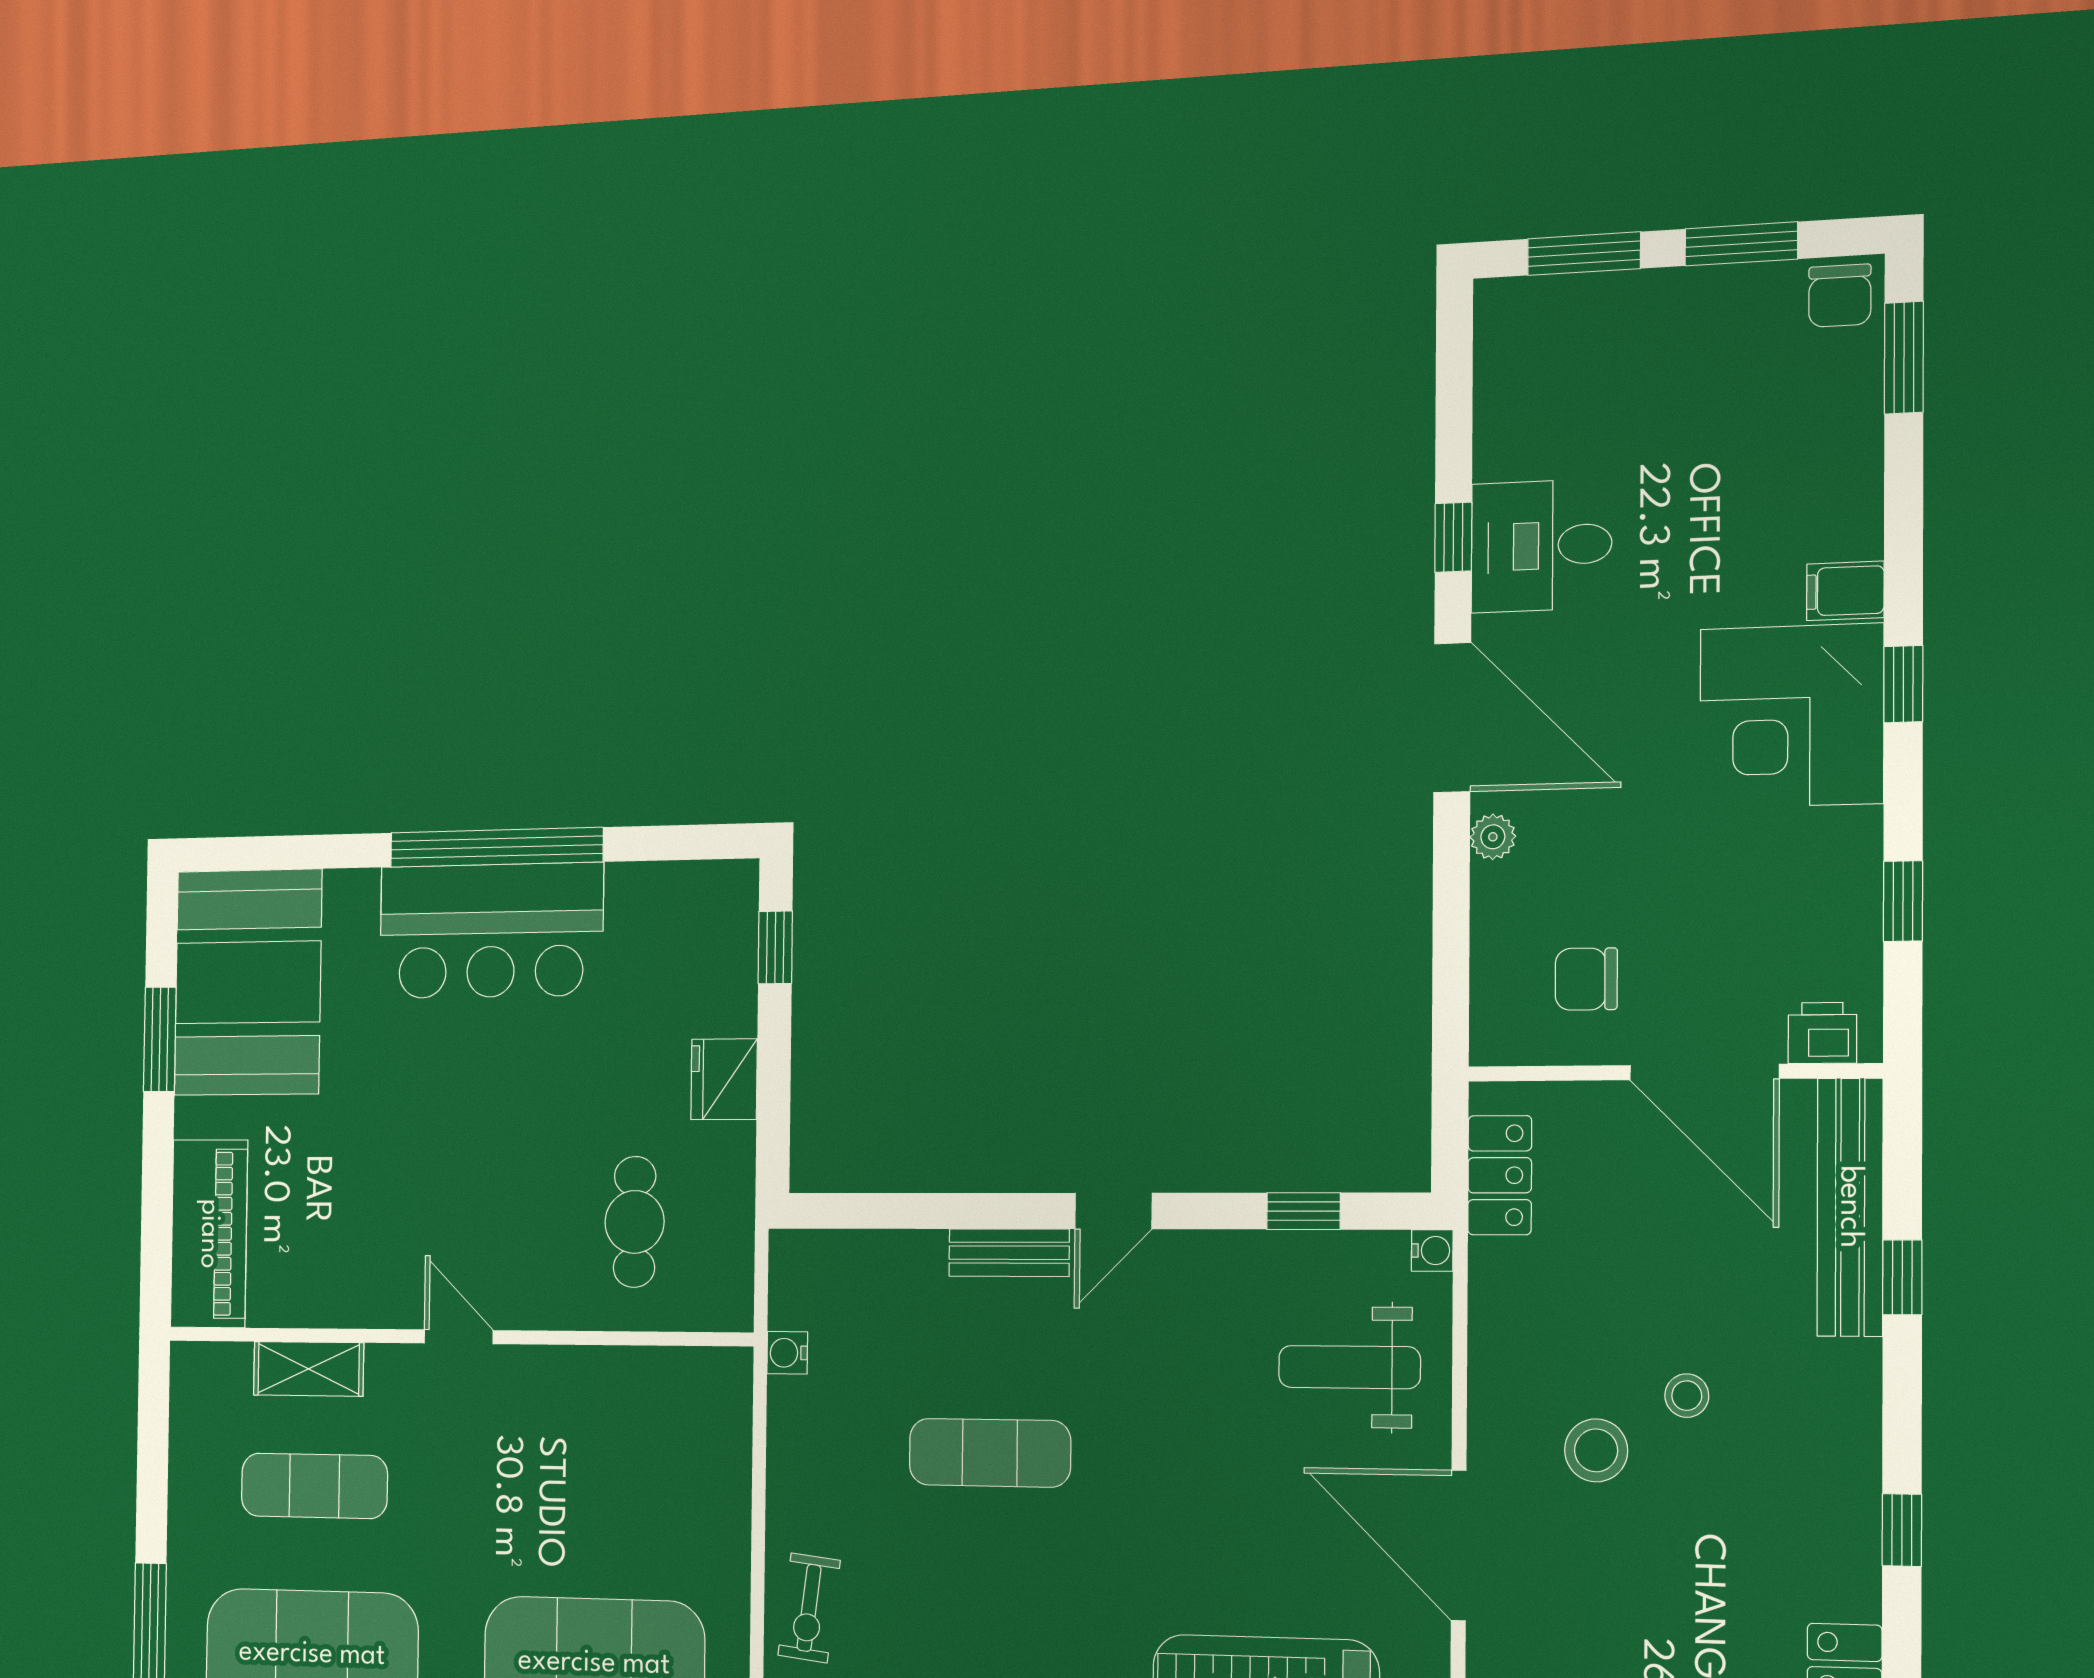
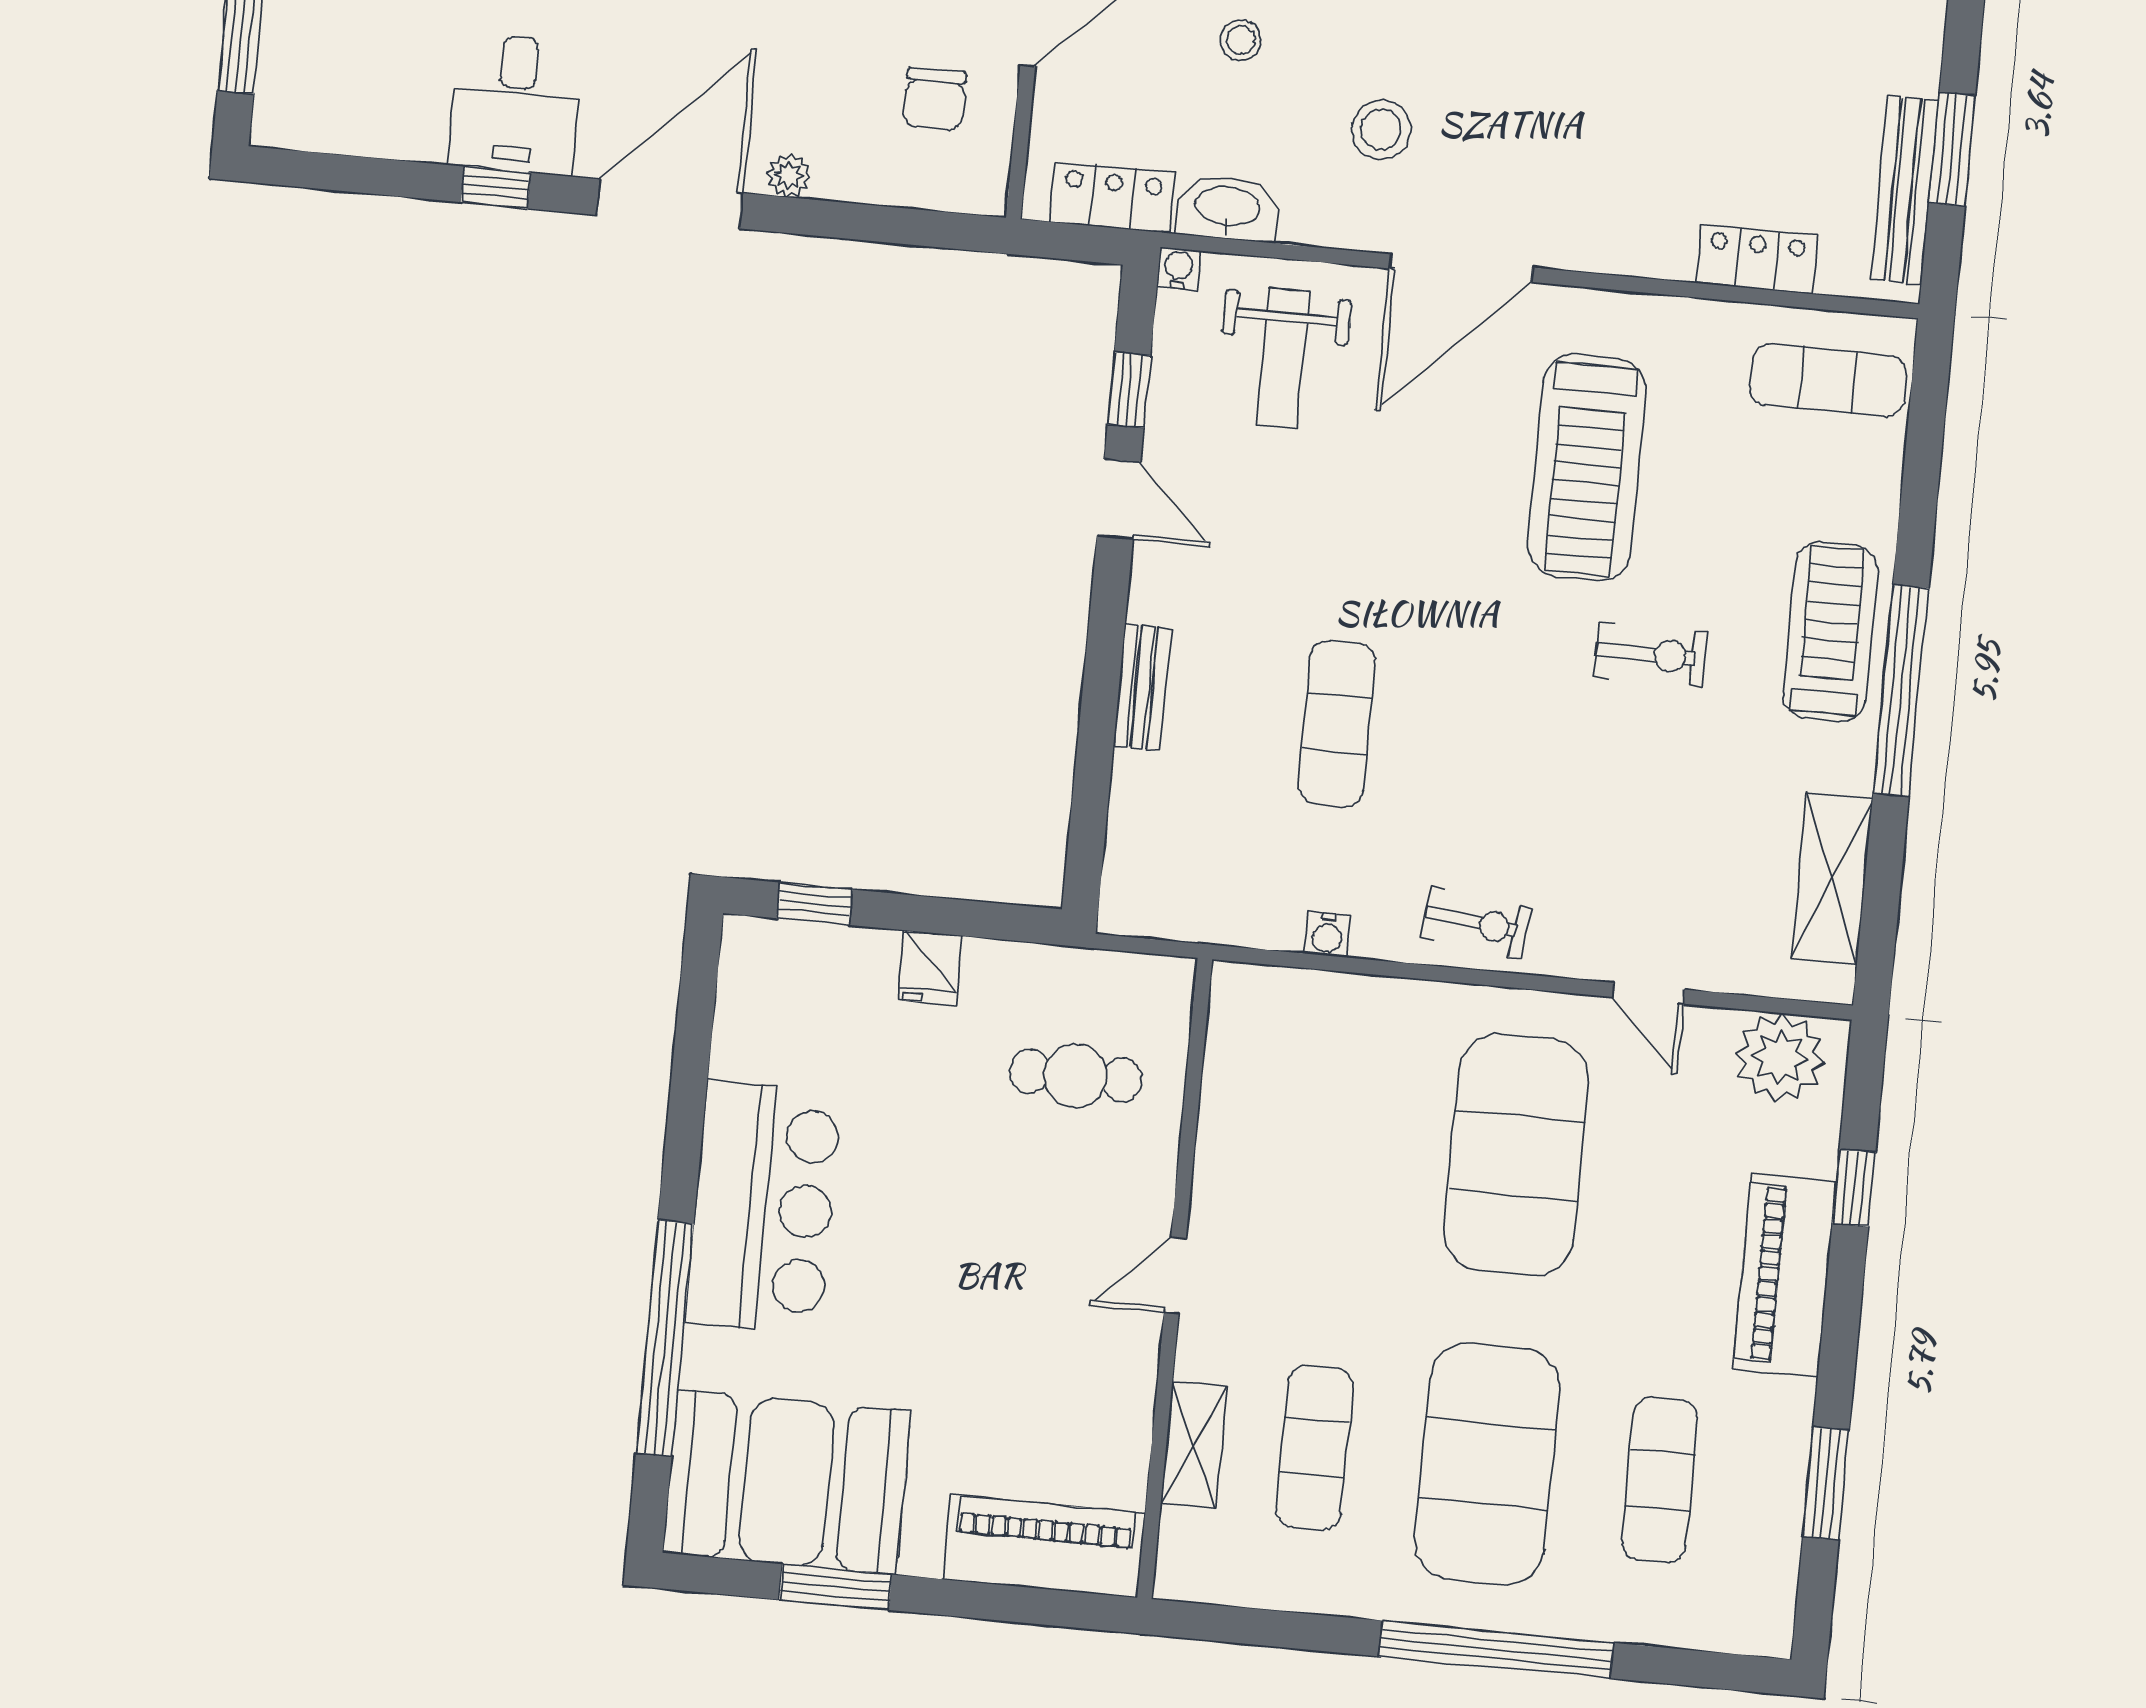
window: (496, 847) -> (665, 1339), moved
fridge: (724, 1079) -> (930, 968), width x0.72
door: (1114, 1211) -> (1119, 499), moved
washbasin: (1500, 1296) -> (1227, 208), added
water cooler: (787, 1353) -> (1327, 935), moved
stool: (1687, 1396) -> (1241, 40), moved

